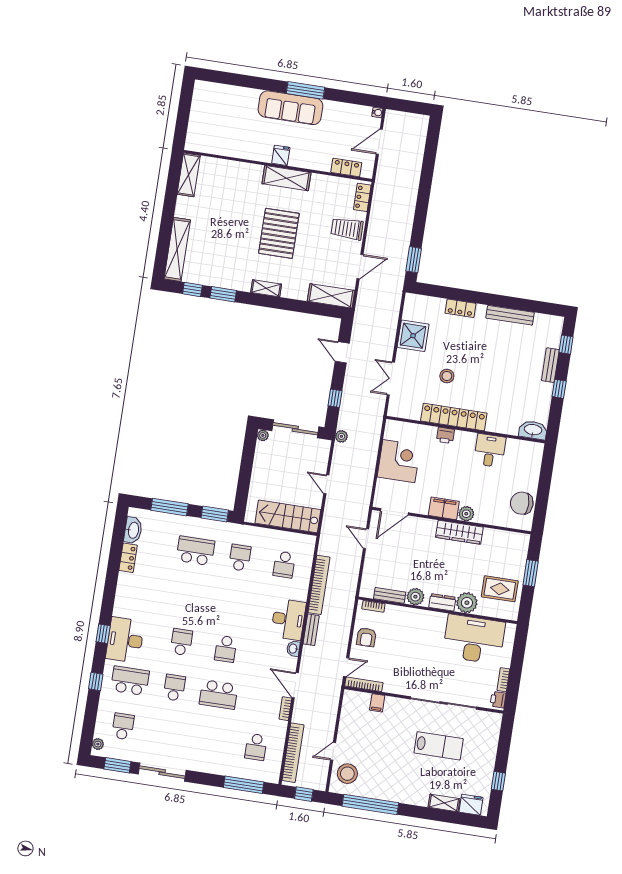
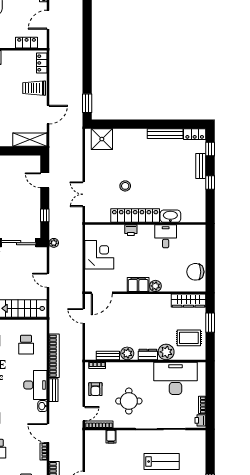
locker: (460, 308) -> (195, 134), moved
shower: (413, 336) -> (102, 139), moved
washbasin: (533, 430) -> (170, 216), moved
wardrobe: (459, 532) -> (188, 301), moved
round table: (408, 660) -> (129, 401), added

